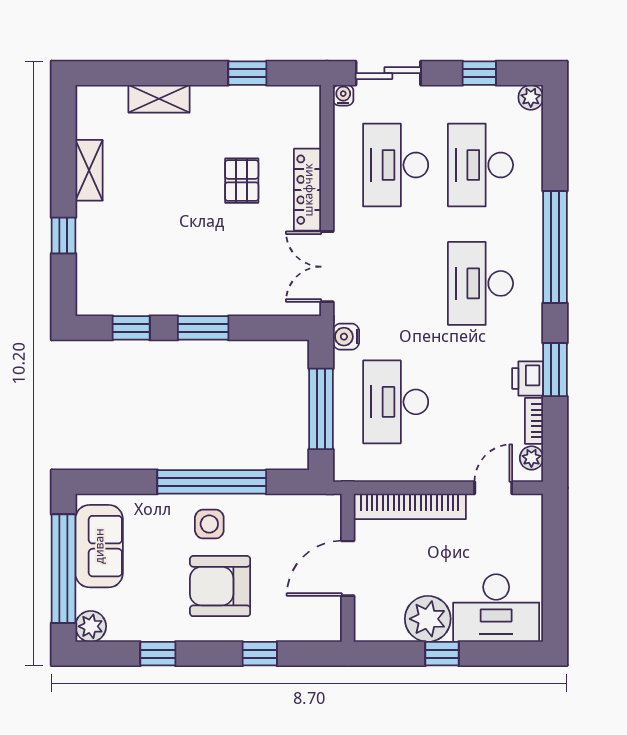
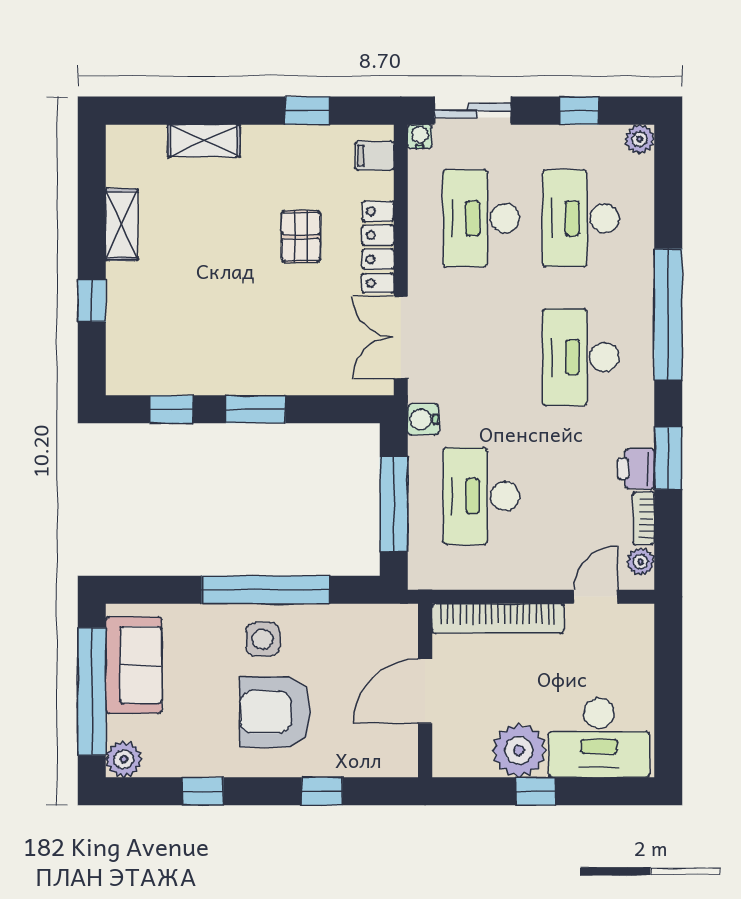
filing cabinet: (304, 112) -> (374, 156), added

